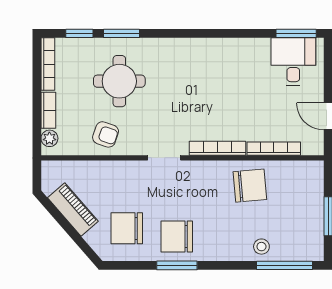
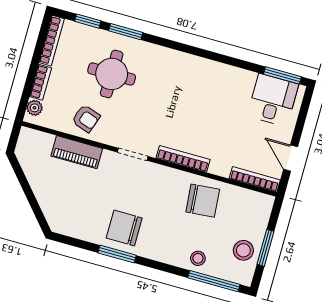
bookcase: (274, 149) -> (255, 179), moved
piano: (73, 209) -> (77, 152), moved, turned 131
stool: (306, 225) -> (243, 250), added
chair: (127, 228) -> (81, 208), removed

